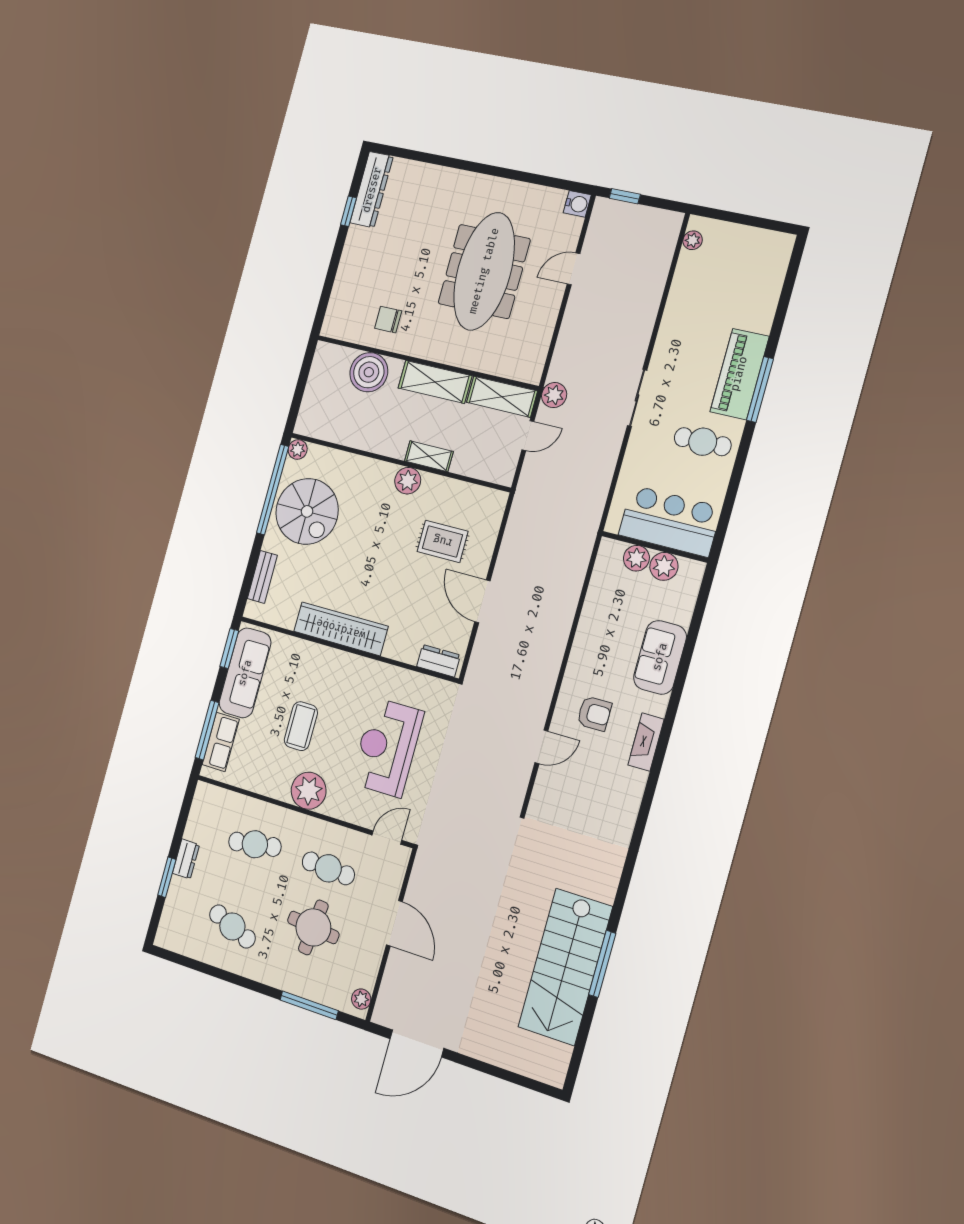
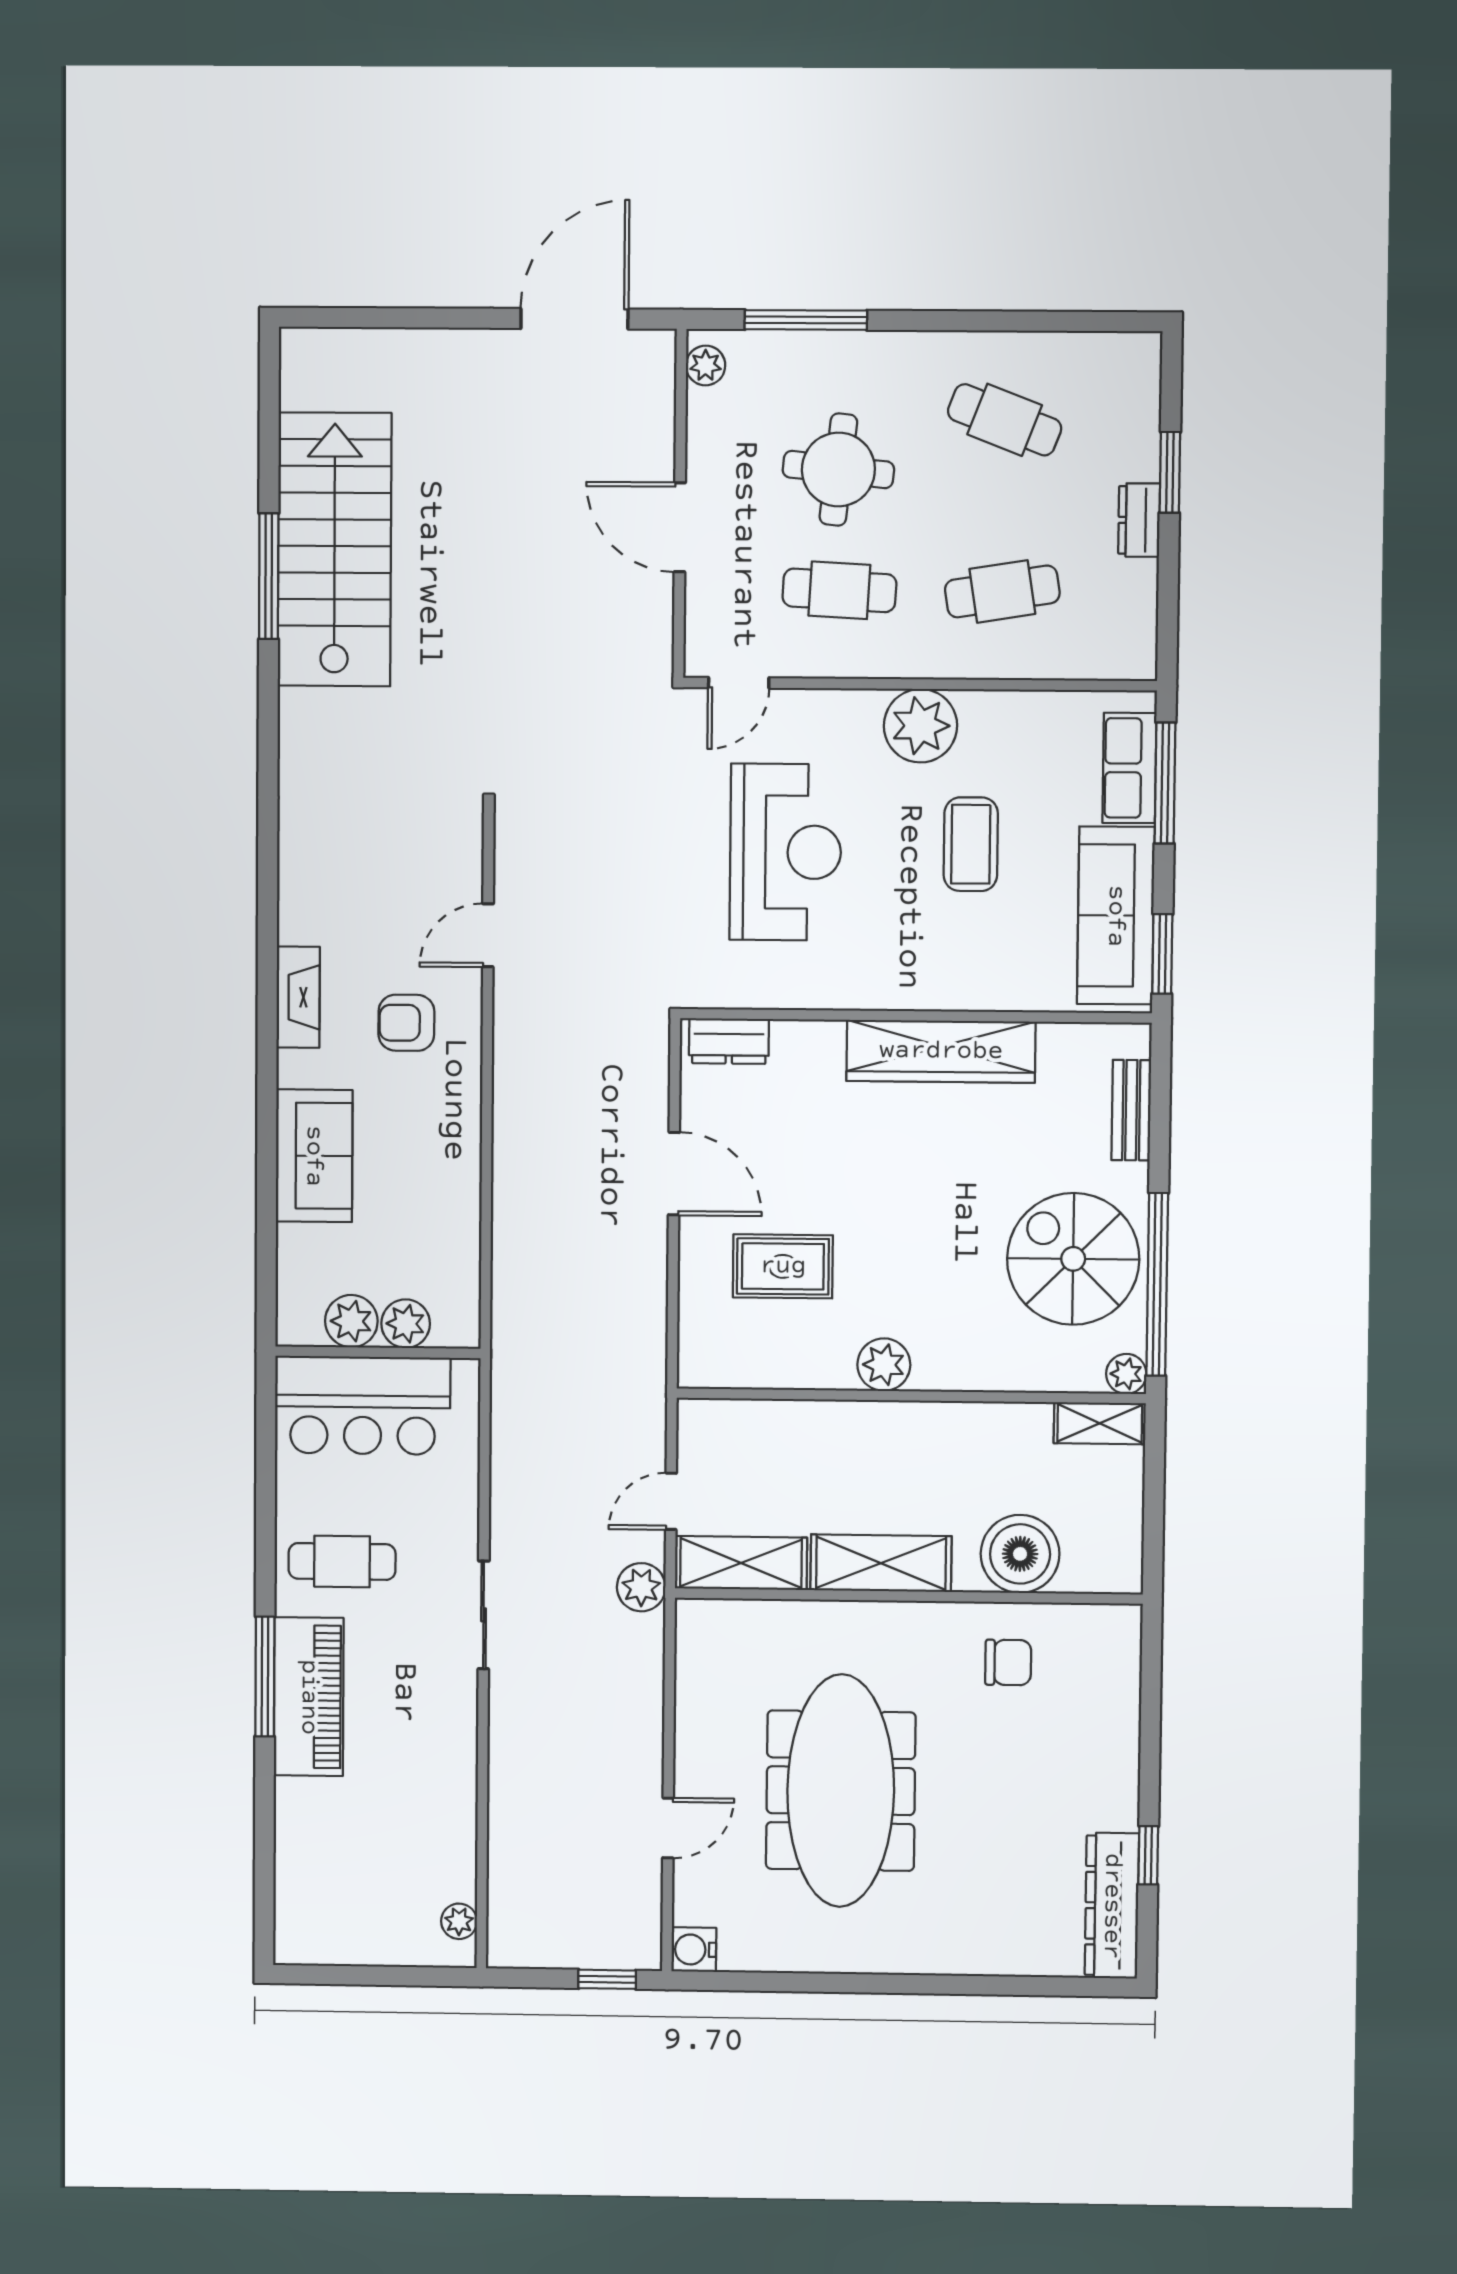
shelving: (429, 456) -> (1100, 1423), moved

